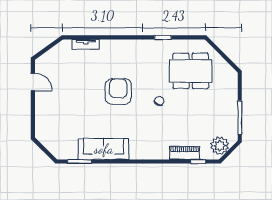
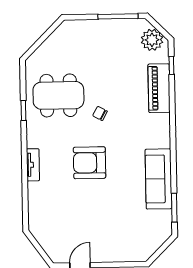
tv unit: (86, 44) -> (33, 165), moved
dining table: (191, 71) -> (58, 95), moved, turned 90
piano: (185, 153) -> (159, 88), width x1.37, depth x1.33

